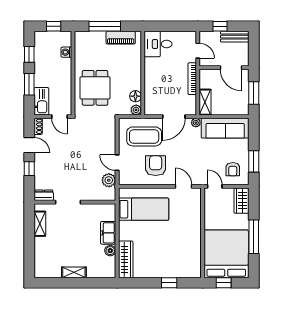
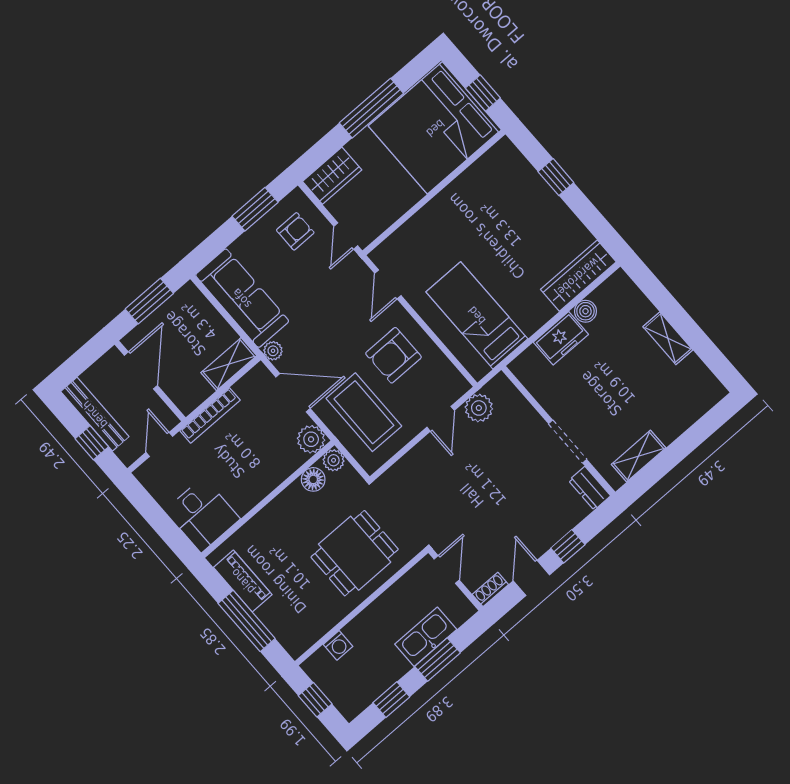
bench: (235, 37) -> (95, 414), width x1.36
kitchen sink: (41, 101) -> (426, 637), moved
plant: (151, 108) -> (311, 439), added

